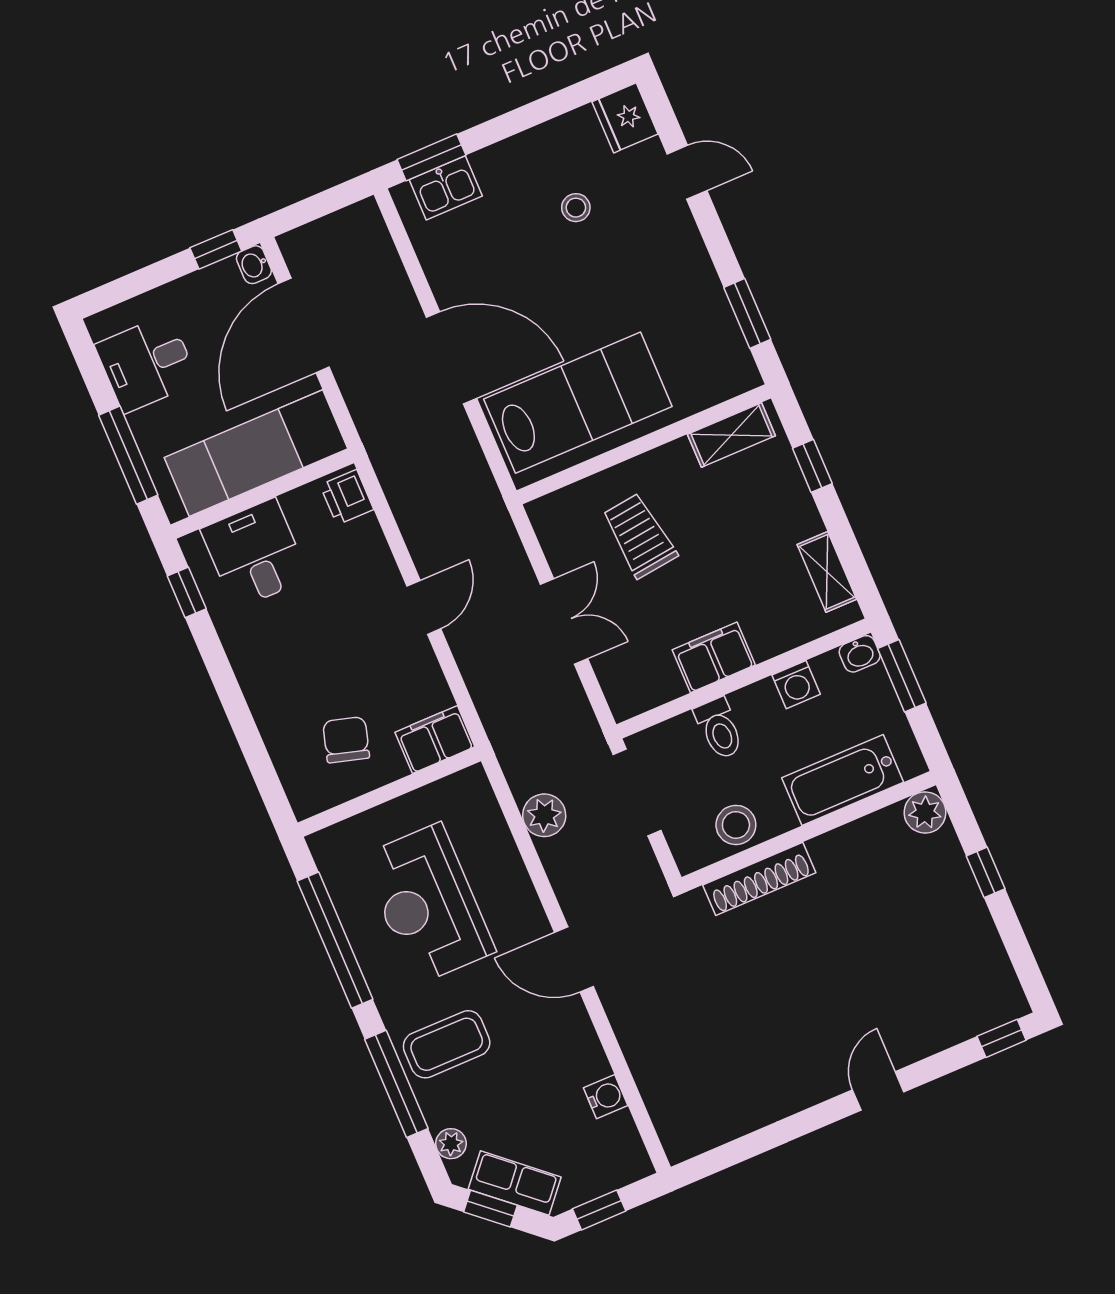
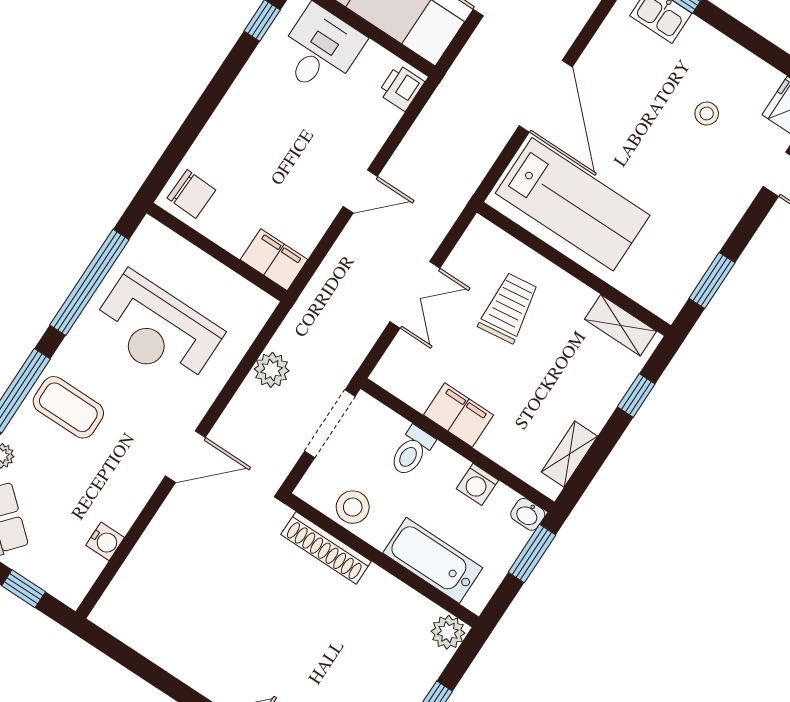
chair: (346, 740) -> (191, 194), moved, turned 76
reception desk: (428, 904) -> (157, 330), turned -90
door: (574, 960) -> (185, 457), swing flipped

